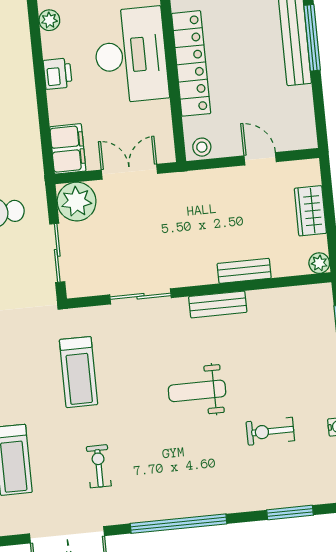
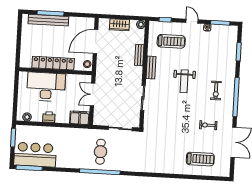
door: (260, 159) -> (95, 42), width x1.88
plant: (77, 202) -> (101, 118), removed
treadmill: (79, 372) -> (171, 41), moved
exercise bike: (270, 431) -> (216, 90), moved

